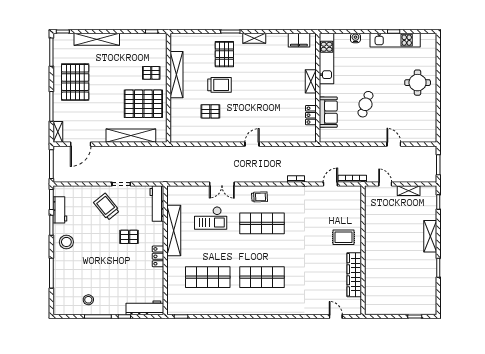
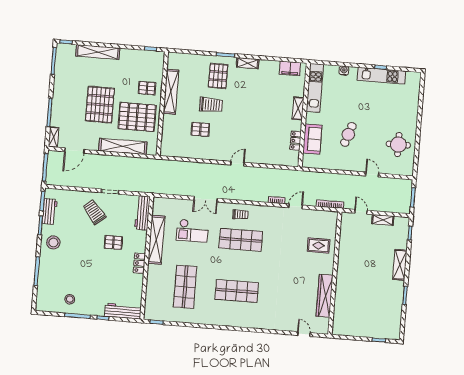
pallet: (75, 82) -> (100, 105), moved
round table: (418, 83) -> (398, 145), moved
door: (330, 184) -> (296, 206), moved
rug: (343, 237) -> (319, 245), moved
shop shelf: (208, 277) -> (185, 287), turned 90

